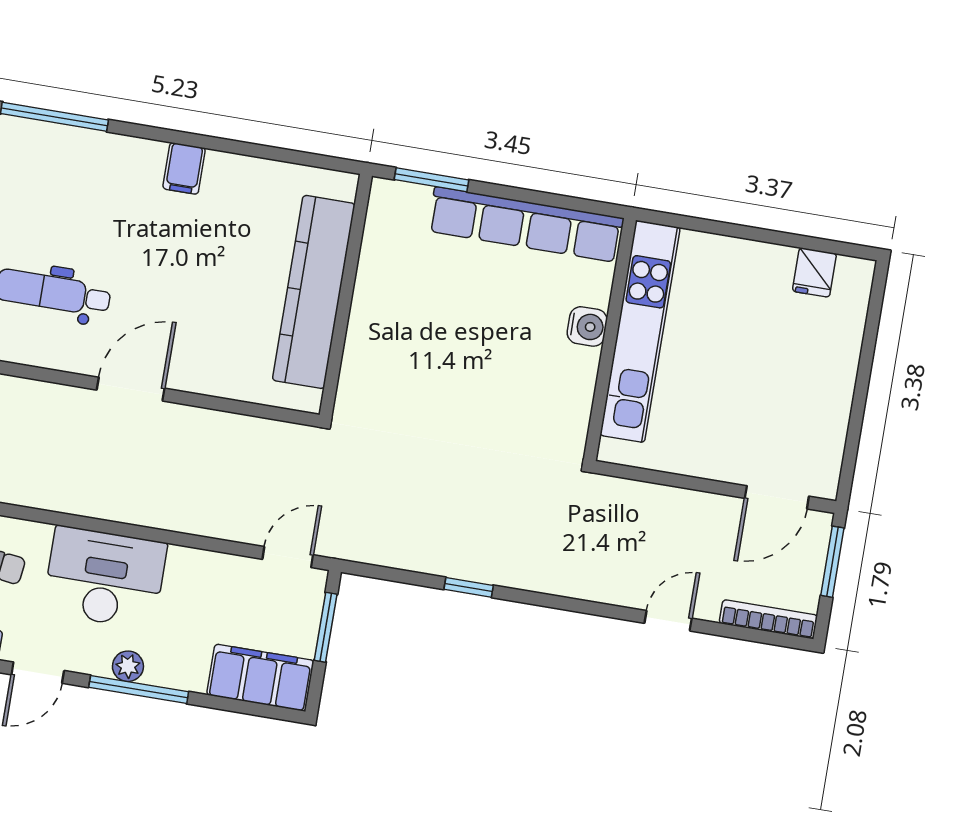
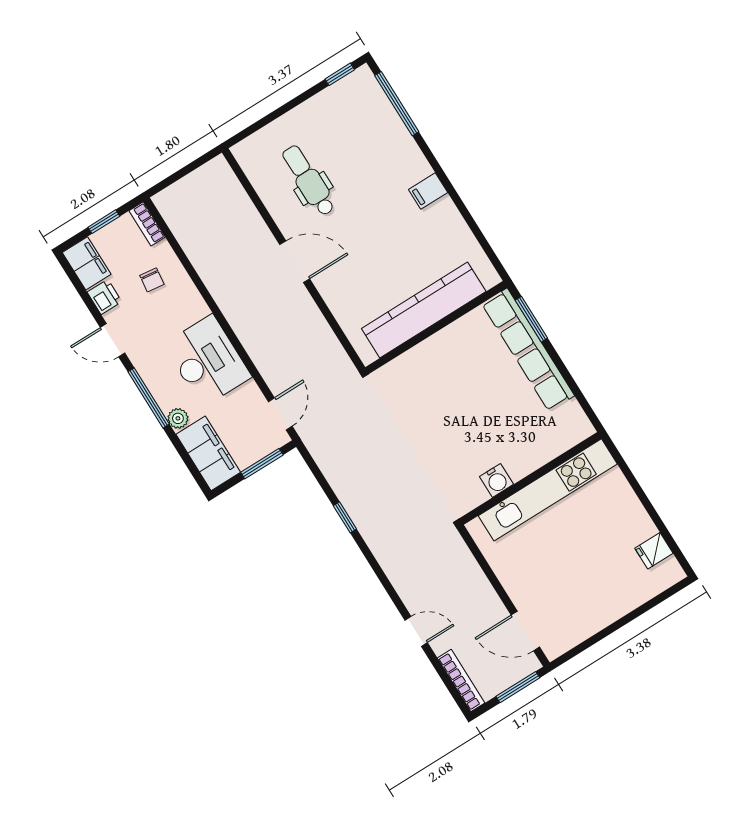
row of seats: (526, 225) -> (528, 350), moved
water cooler: (587, 326) -> (496, 480), moved
door: (288, 557) -> (280, 414), hinge flipped
desk: (105, 578) -> (207, 361), moved
plant: (128, 666) -> (178, 418), moved

